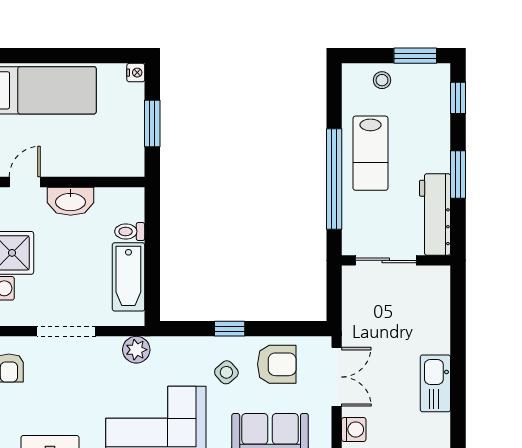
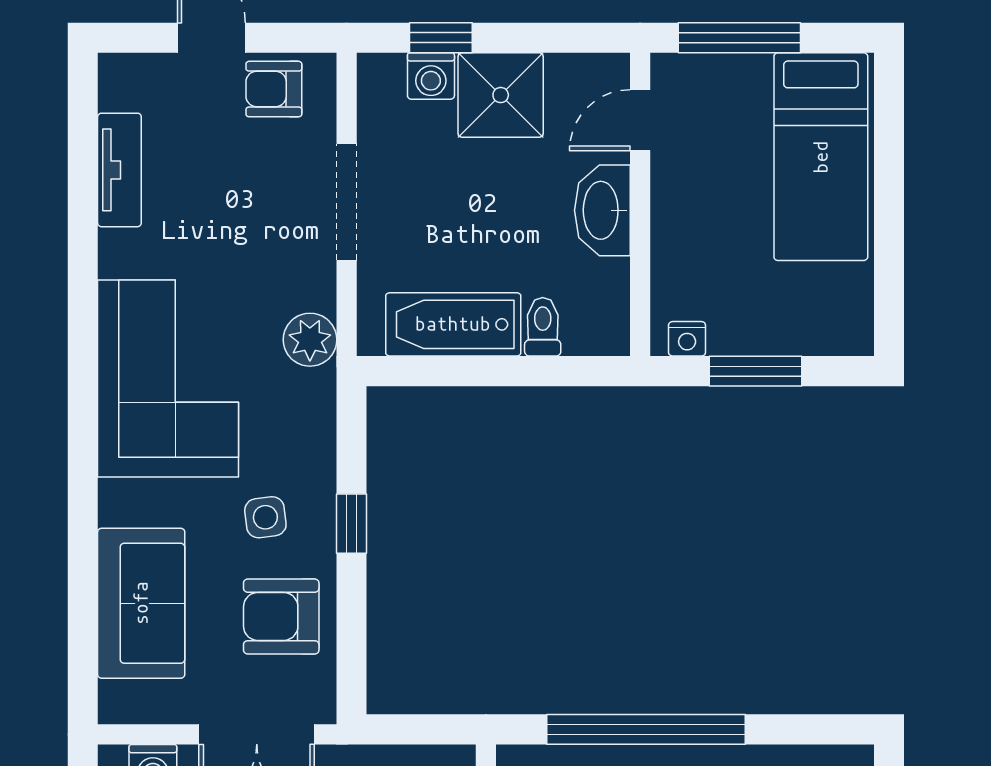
nightstand: (136, 73) -> (687, 339), moved
door: (25, 182) -> (640, 120), swing flipped
armchair: (277, 364) -> (281, 616), turned 90
side table: (226, 372) -> (265, 517), turned 34

